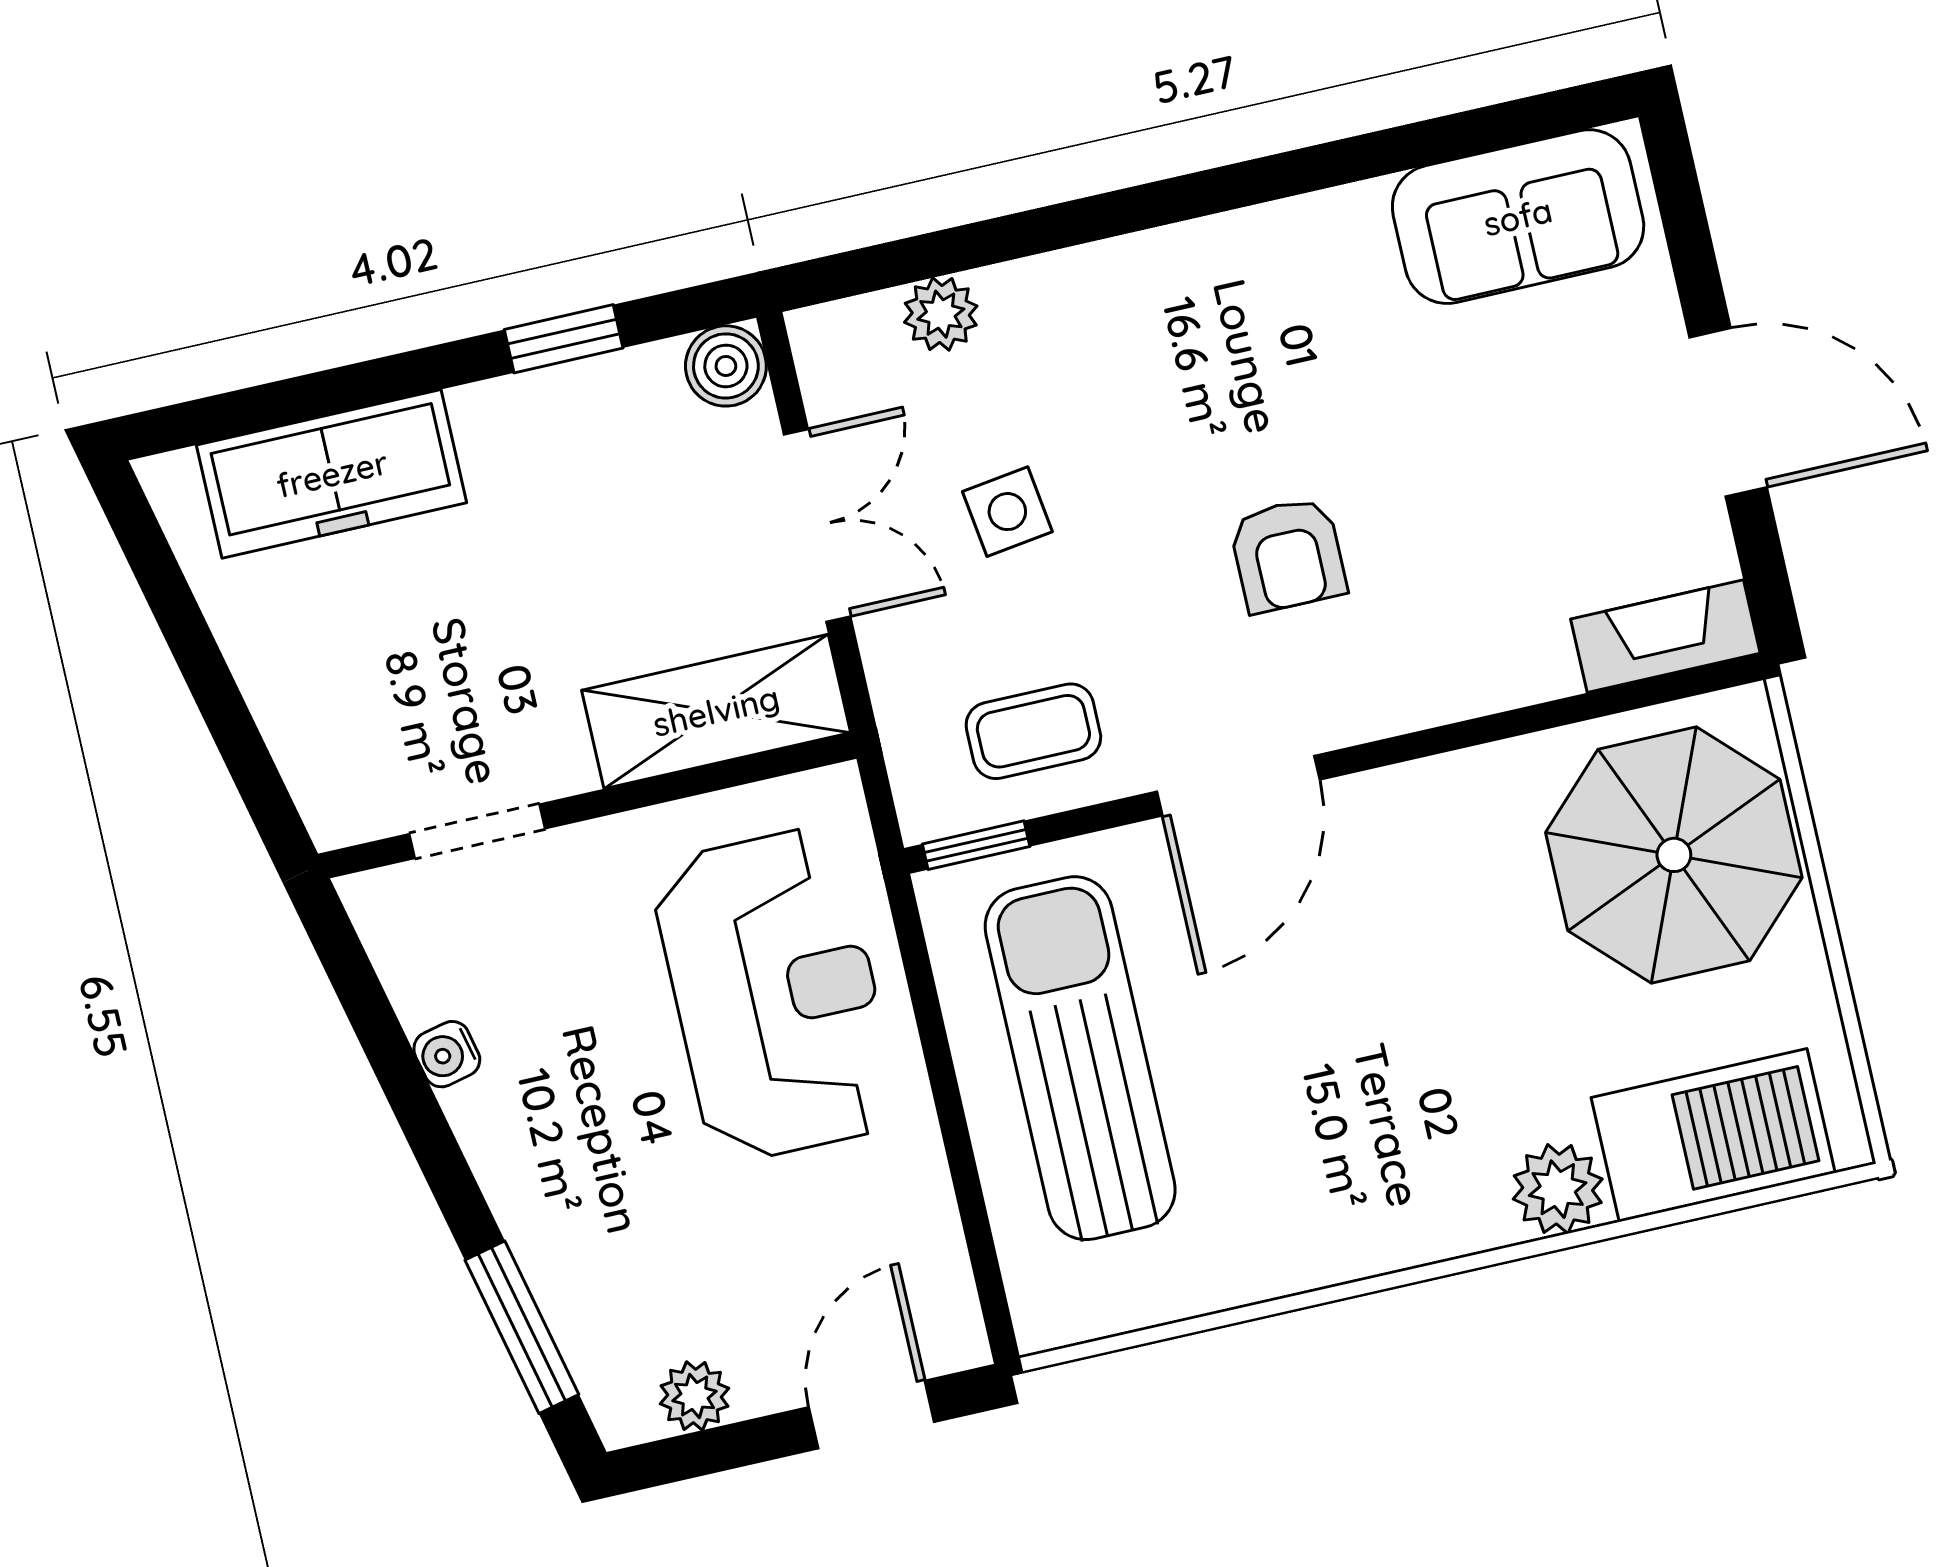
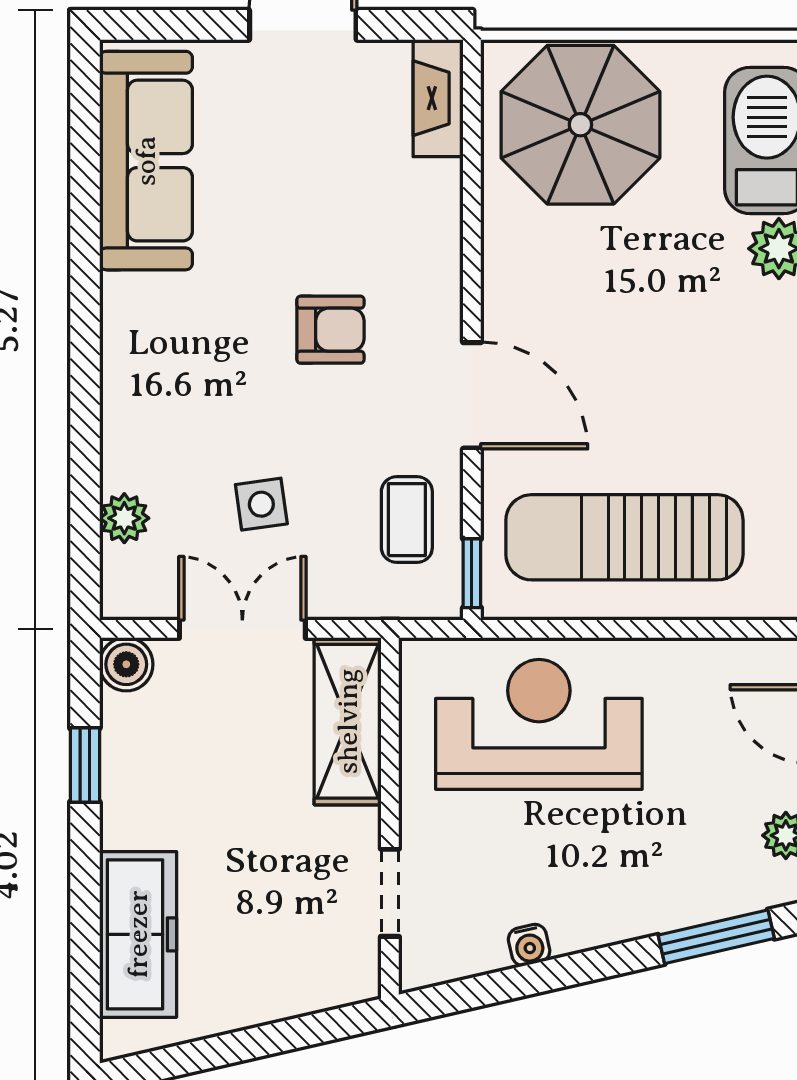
sofa: (1518, 217) -> (146, 161), width x1.36

